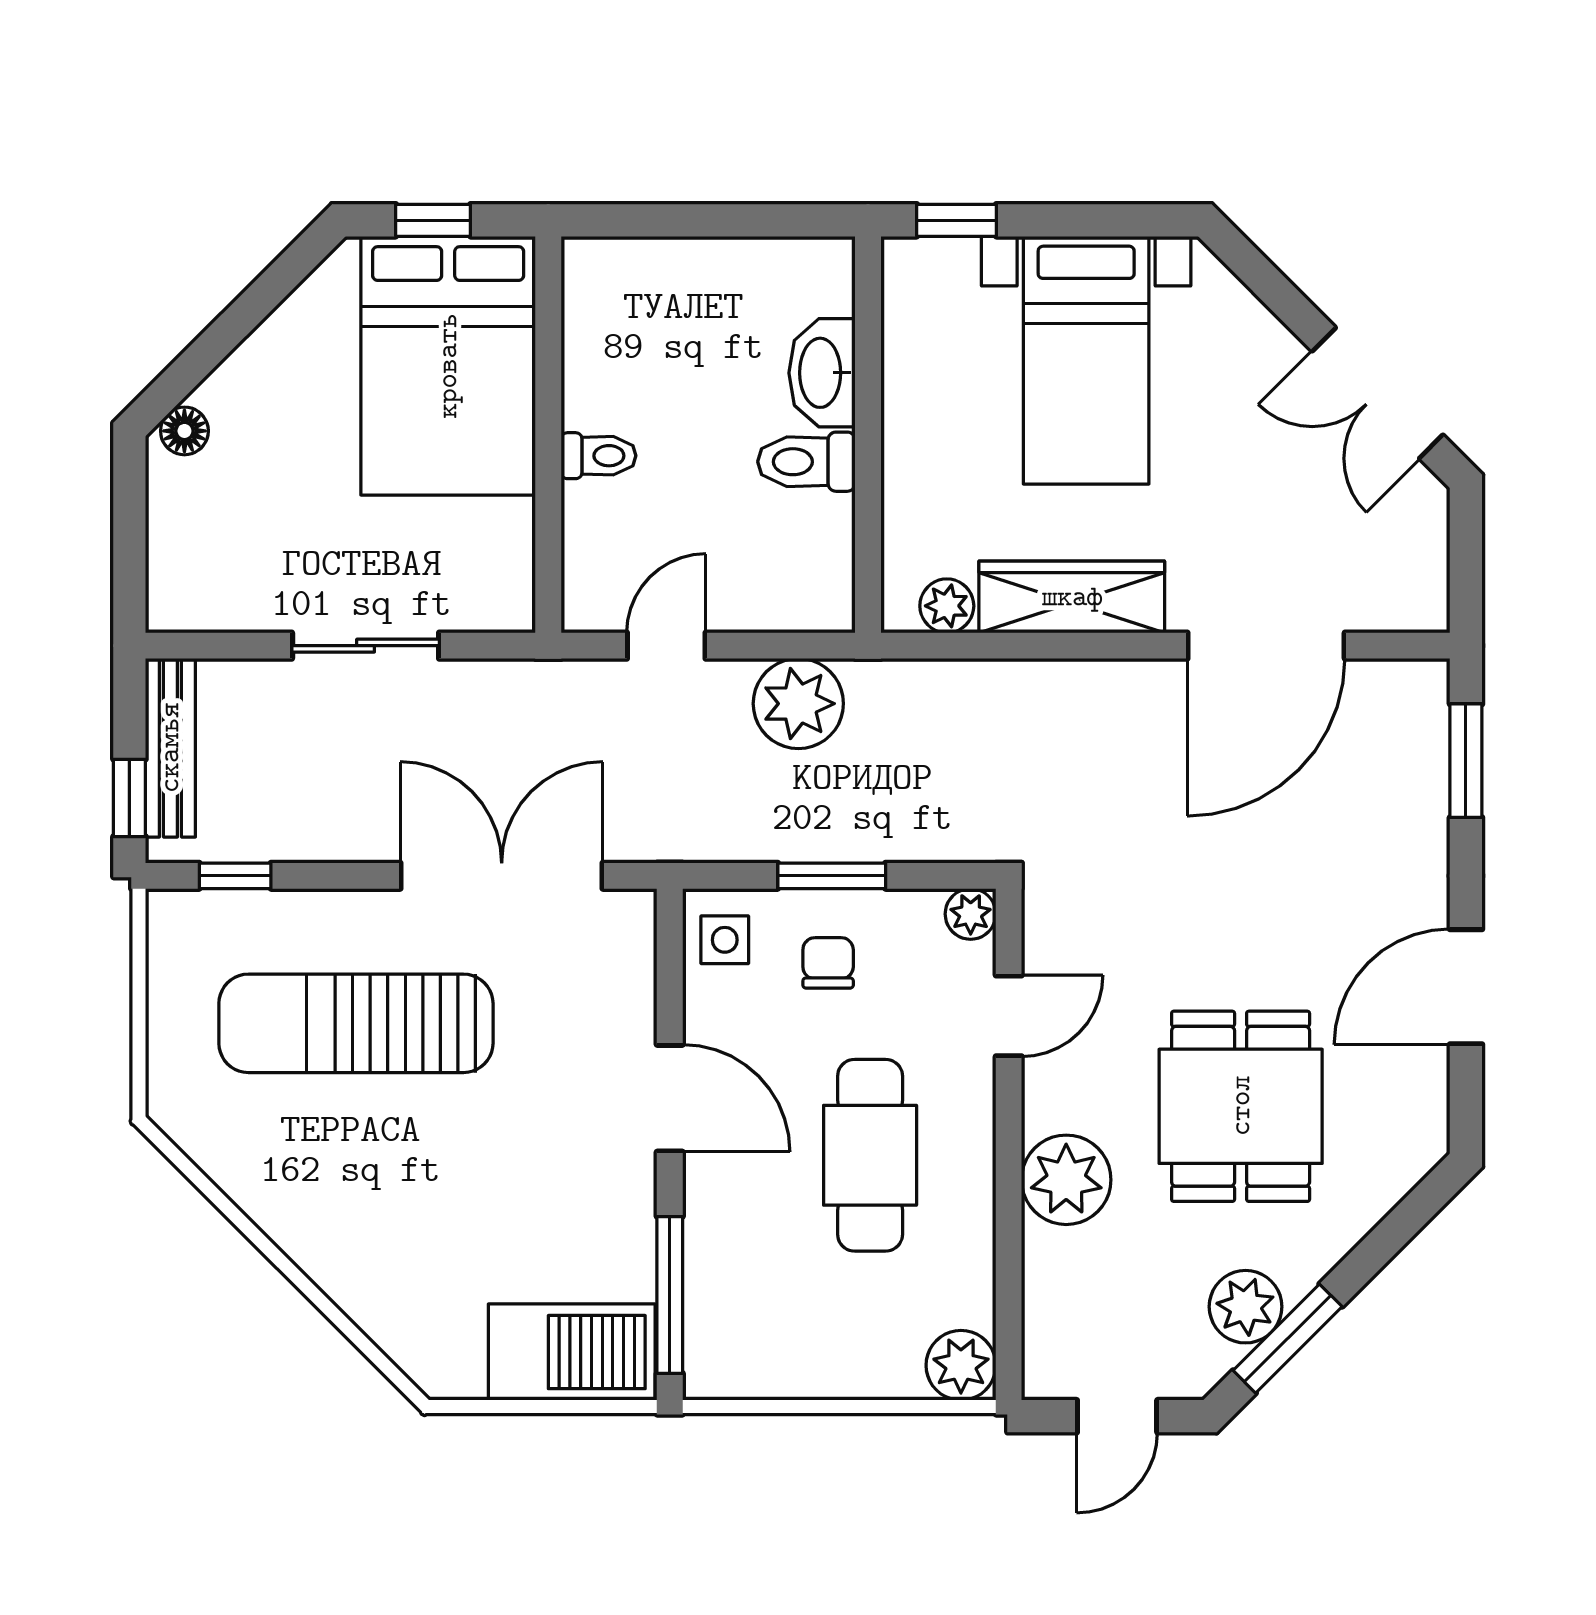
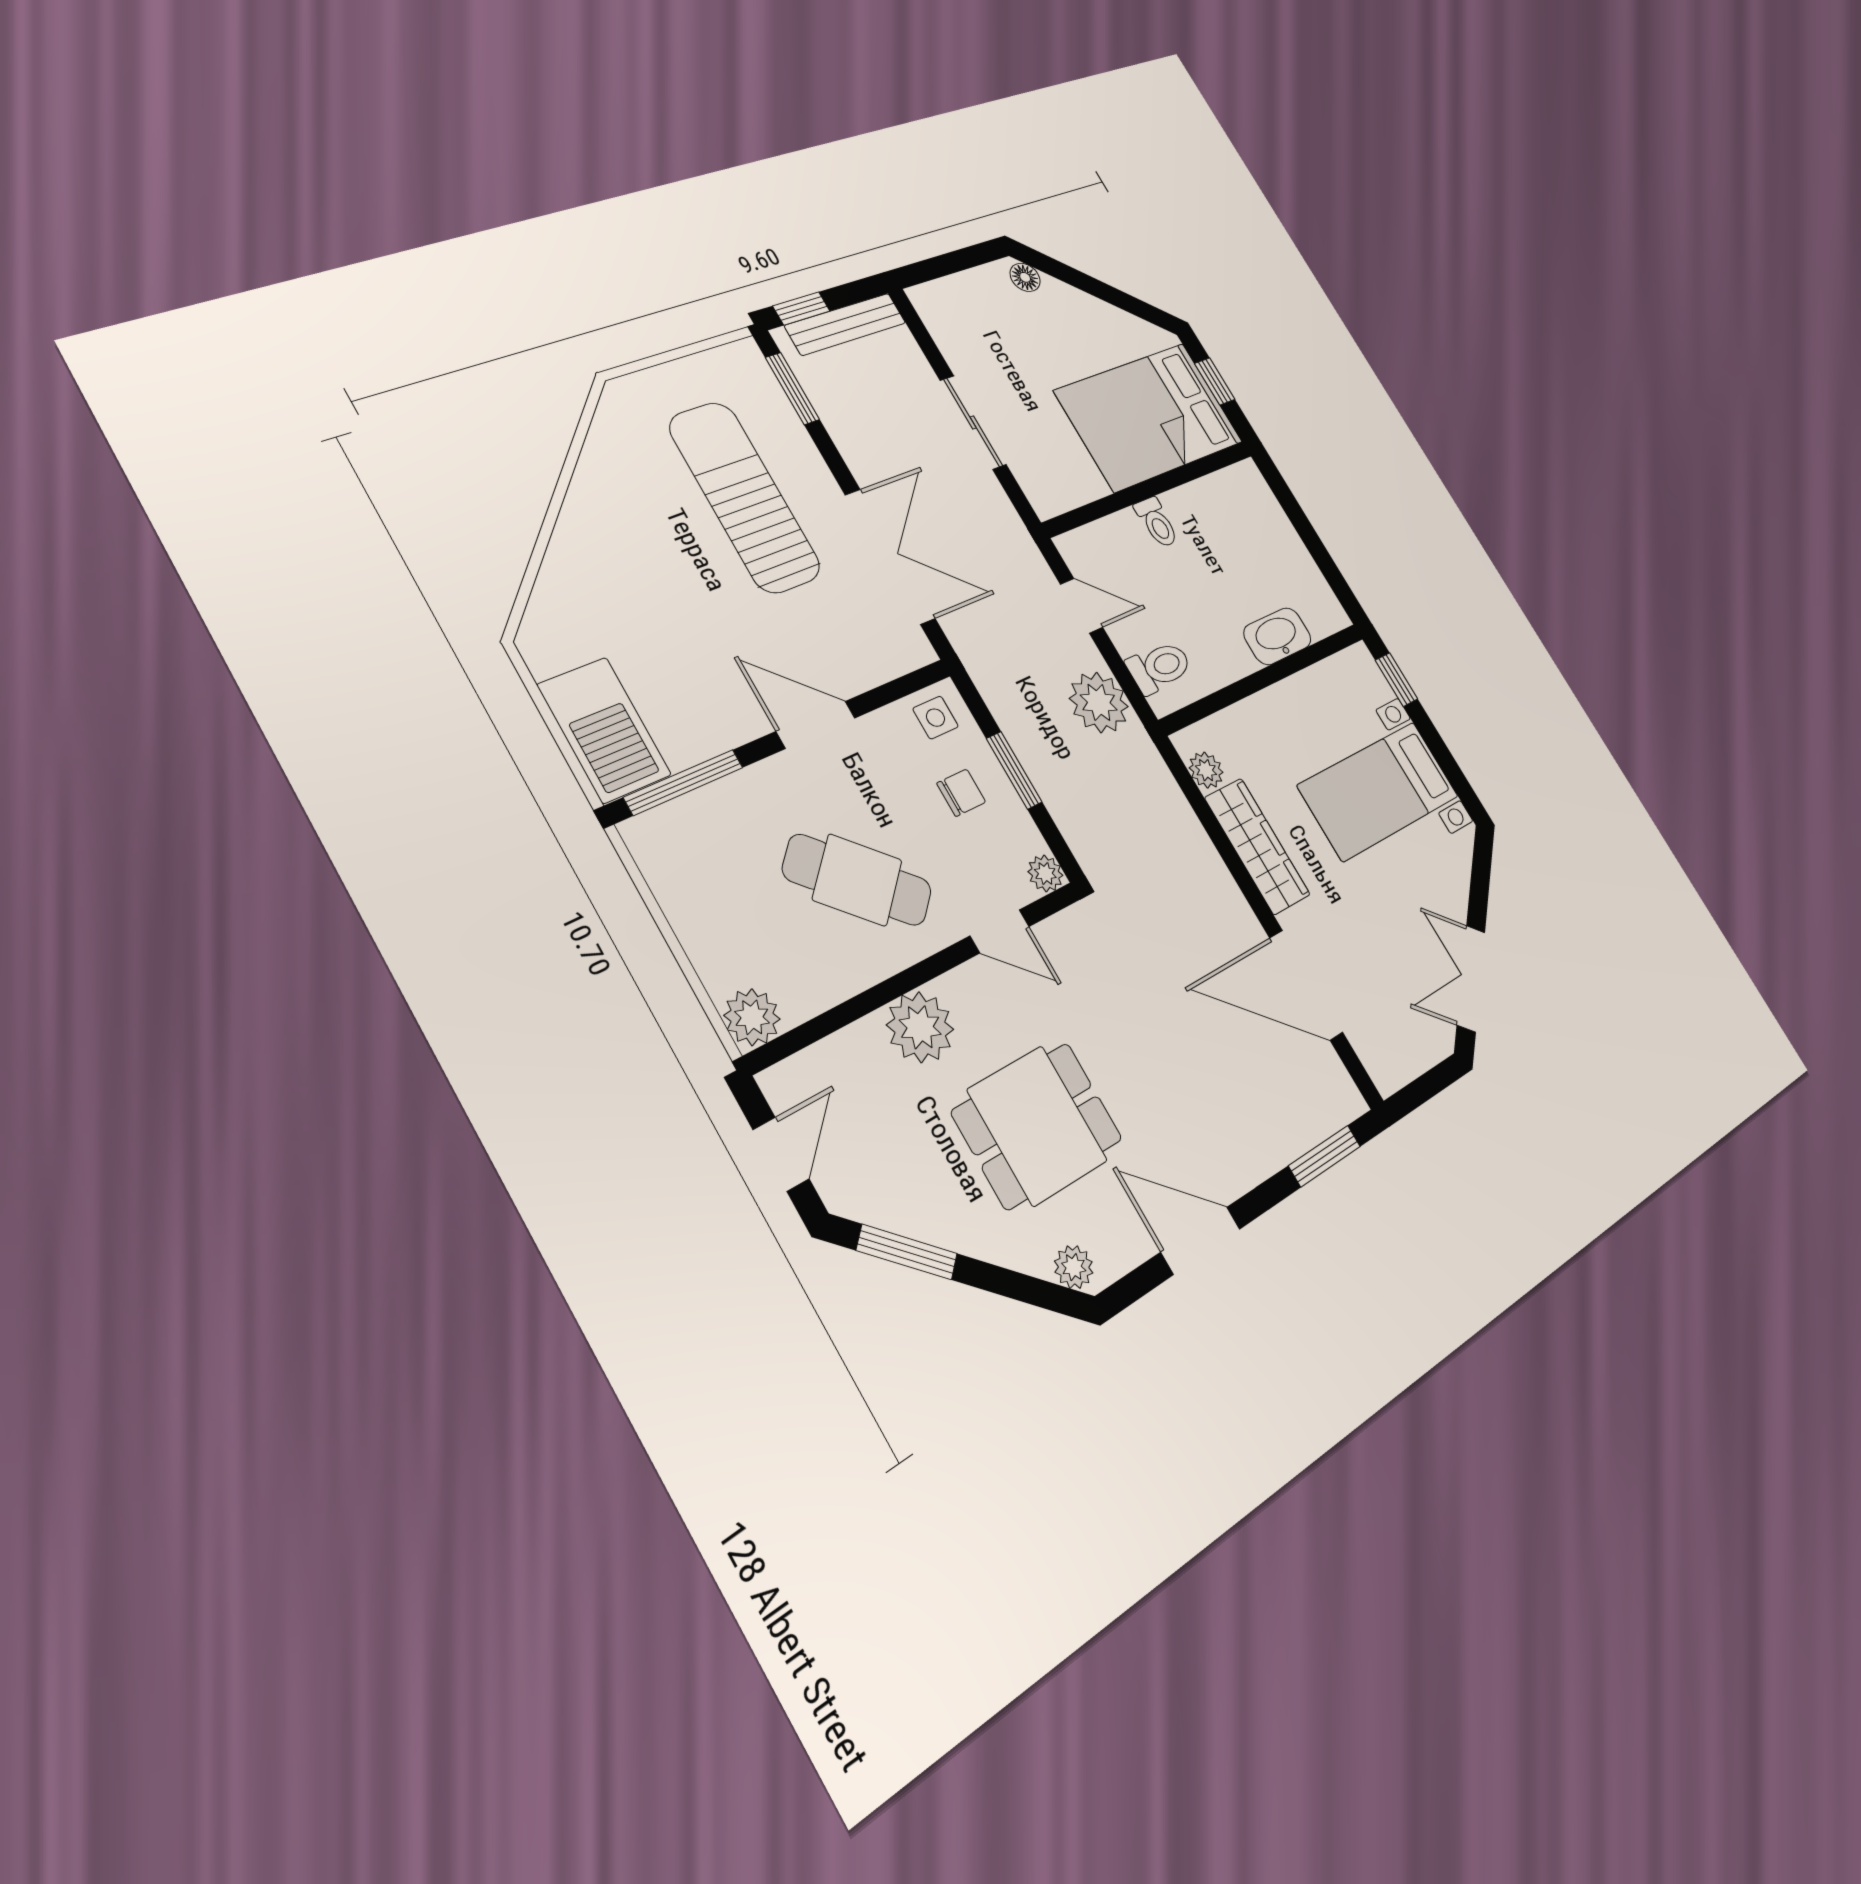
toilet: (806, 462) -> (1160, 667), moved, turned 90
window: (235, 876) -> (792, 389), width x1.50
door: (670, 1098) -> (816, 725), swing flipped
cafe table: (870, 1155) -> (857, 880), turned 45
plant: (1246, 1307) -> (1074, 1267), moved, width x0.73, depth x0.73
door: (1117, 1416) -> (781, 1154), swing flipped

